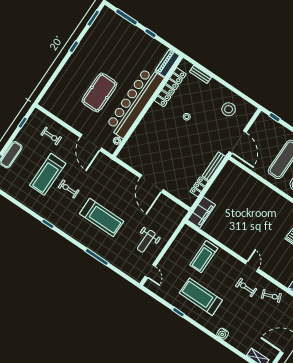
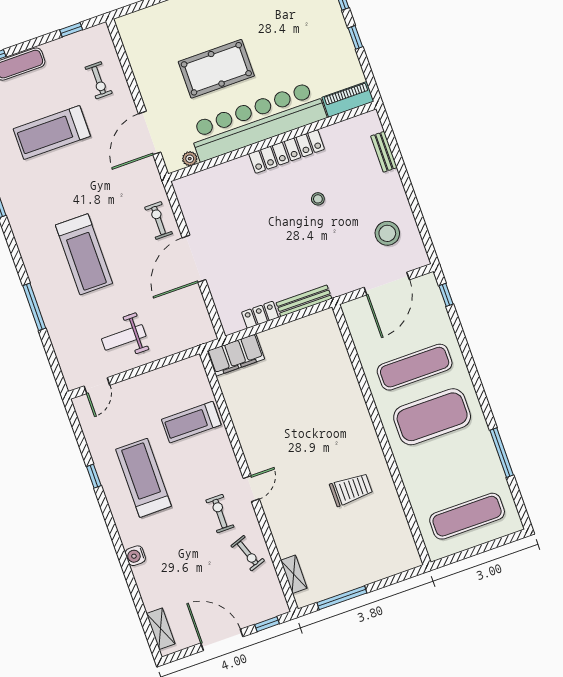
locker: (170, 87) -> (287, 152), moved
door: (238, 142) -> (387, 284), moved
exercise bike: (69, 189) -> (159, 220), moved

